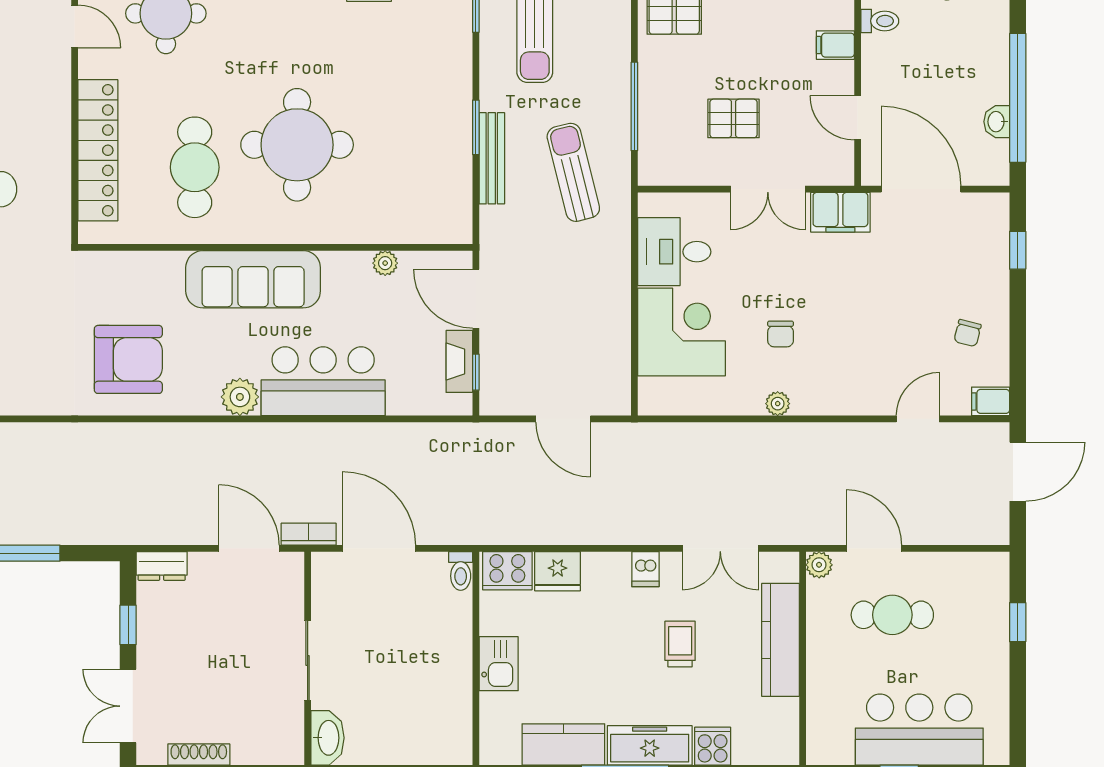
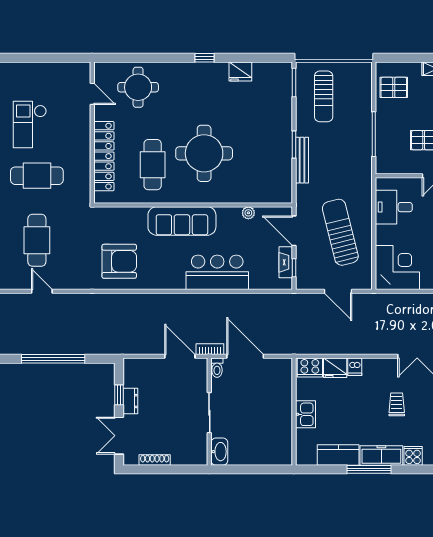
sun lounger: (573, 172) -> (340, 232), moved, width x1.36, depth x1.34
corner desk: (681, 332) -> (397, 268), moved
plant: (240, 397) -> (175, 280), removed
dresser: (162, 566) -> (130, 401), moved, turned -90
dishwasher: (645, 569) -> (355, 367), moved
toilet: (461, 571) -> (217, 368), moved

